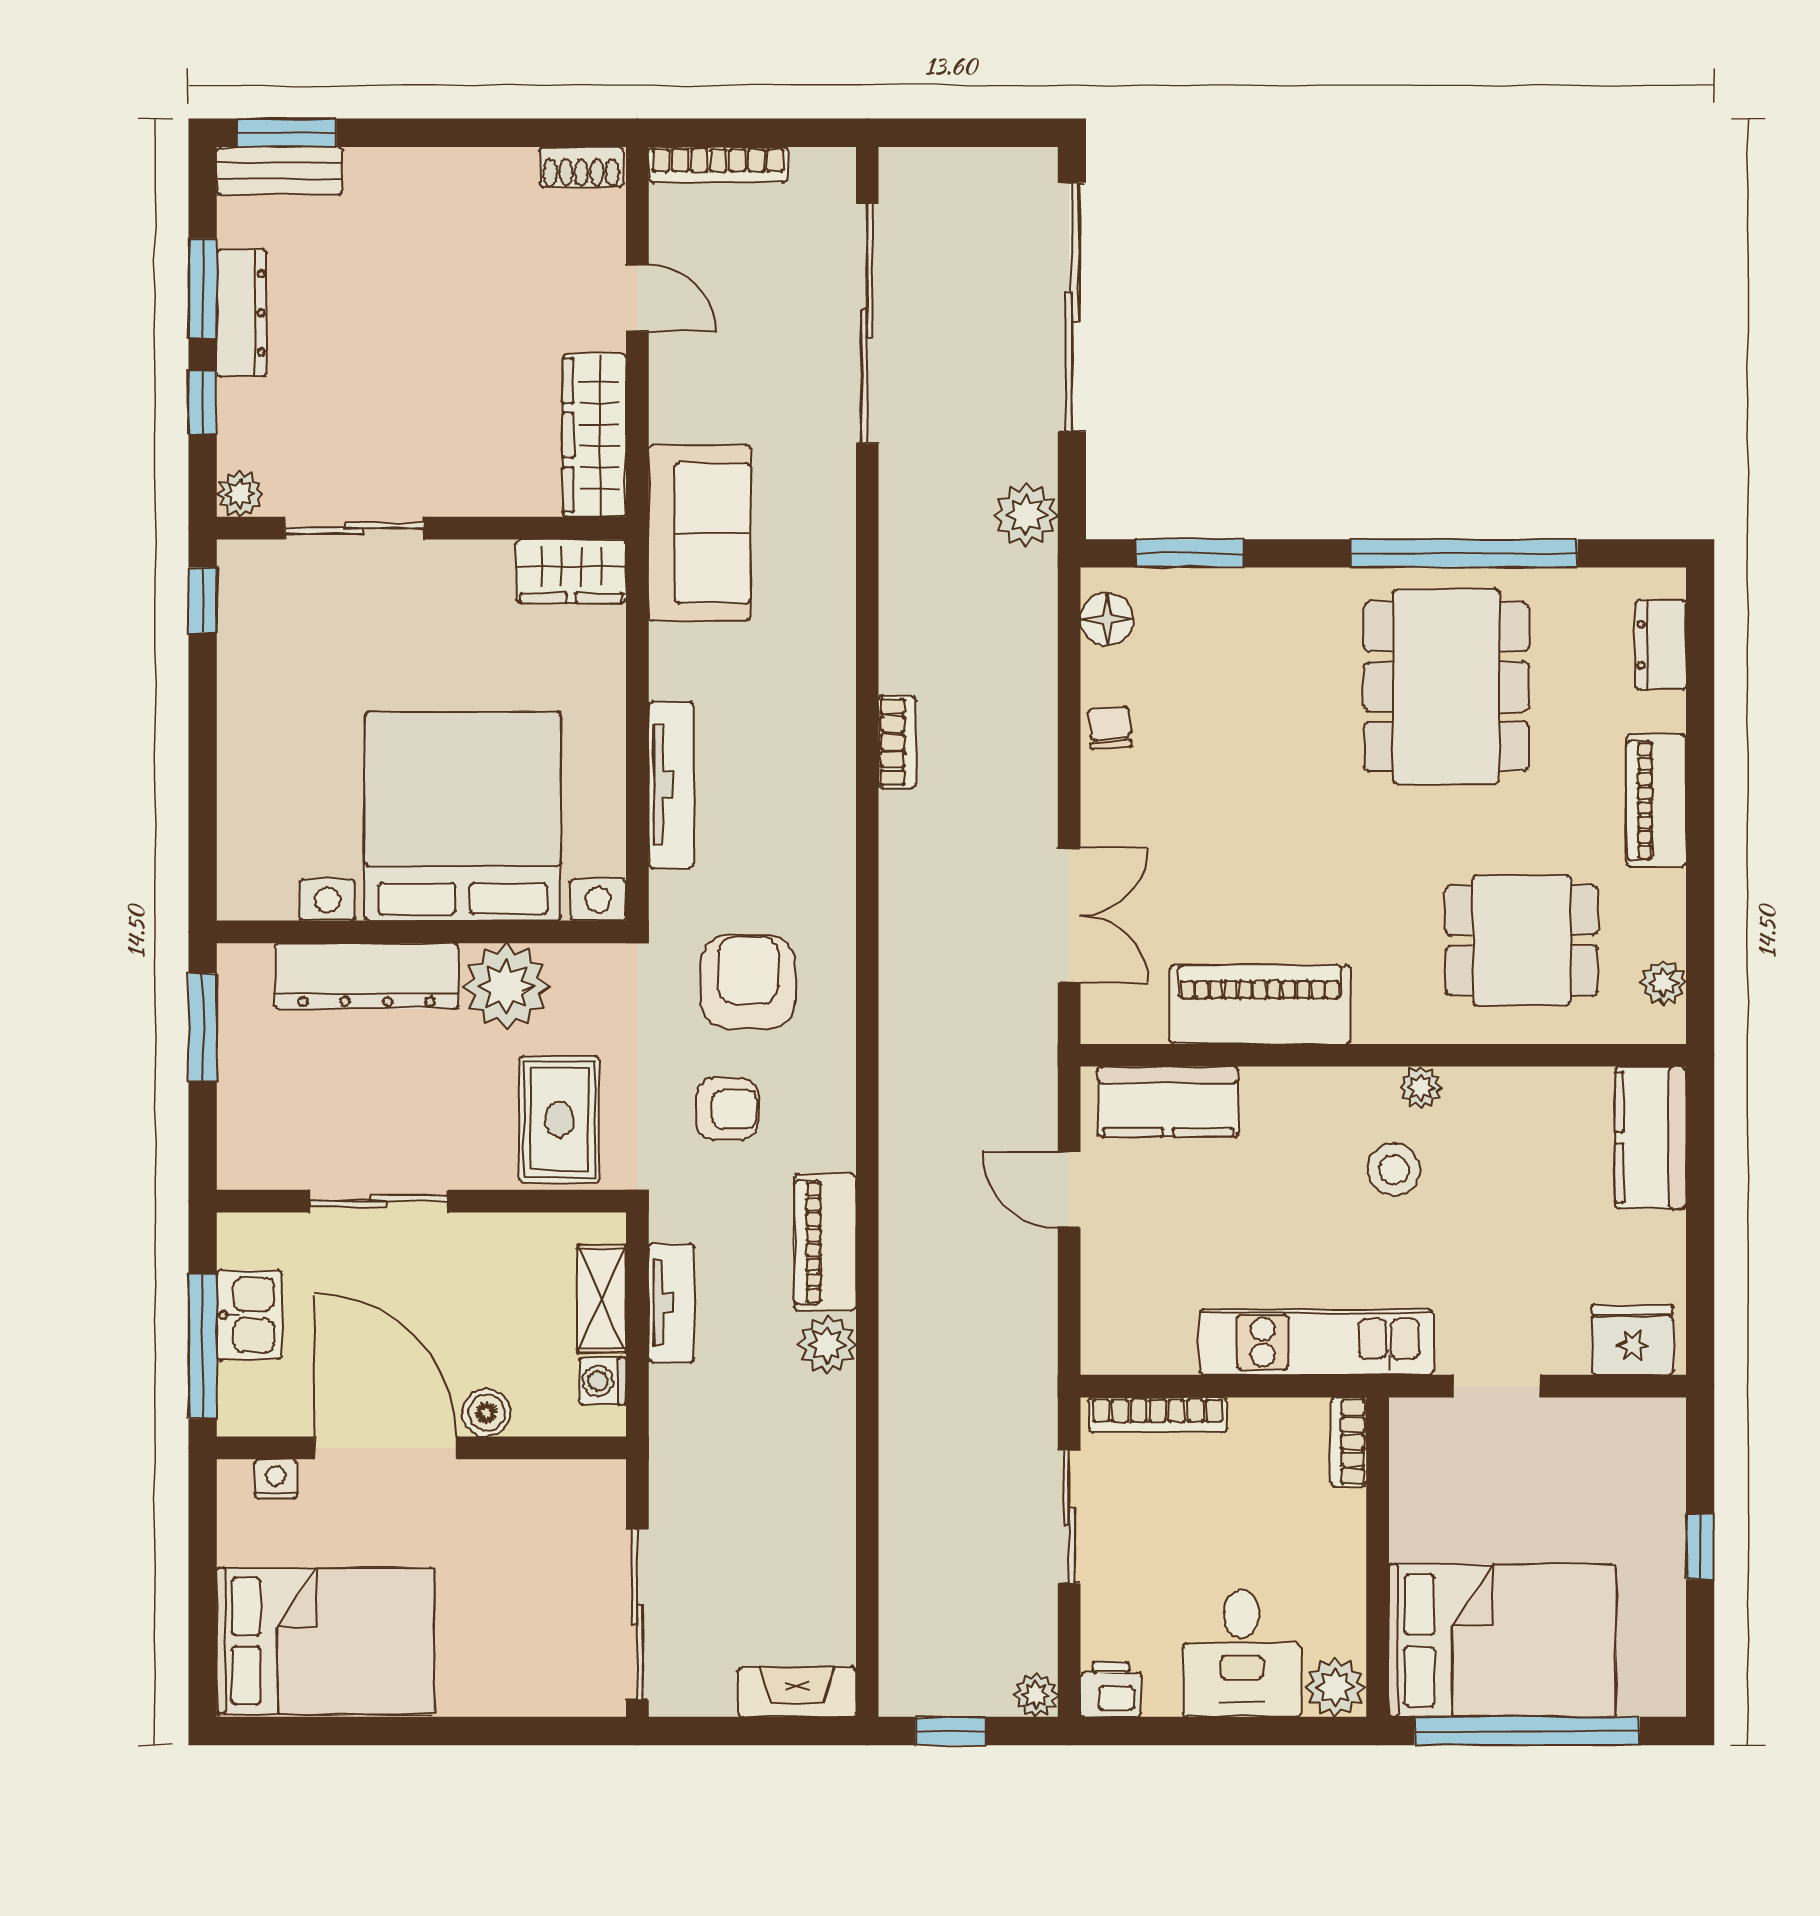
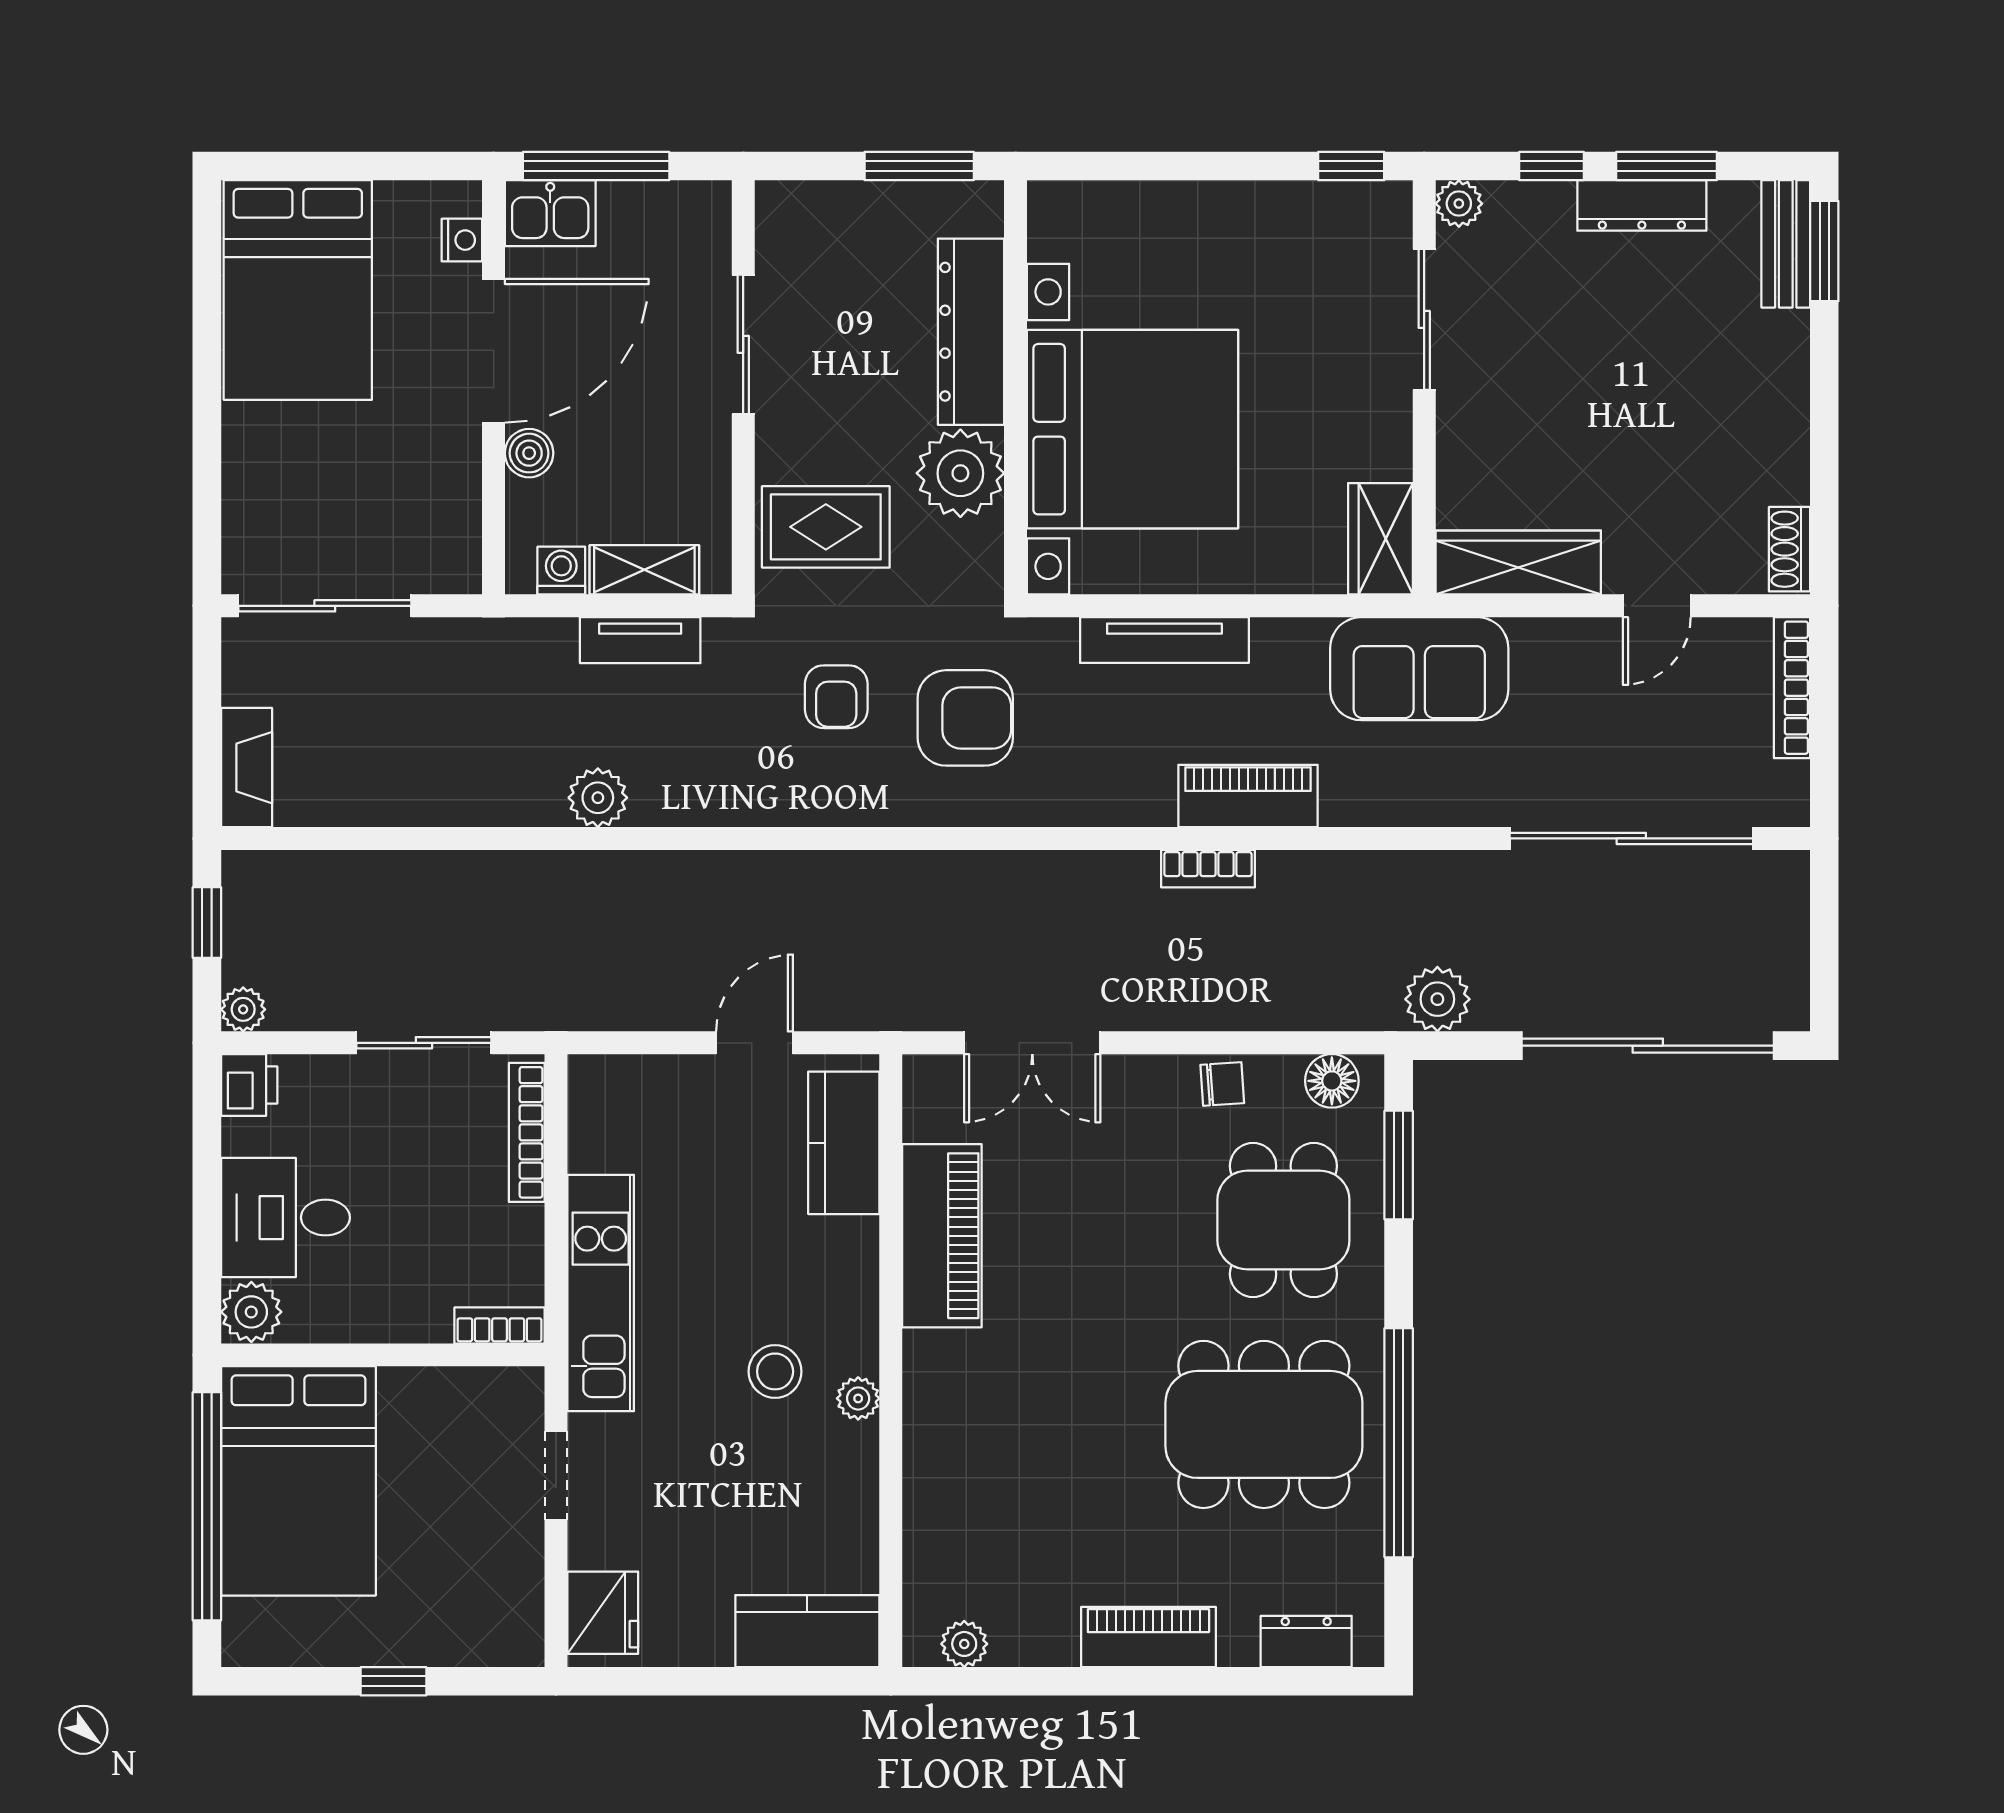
dining table: (1522, 940) -> (1283, 1220), moved
piano: (825, 1242) -> (1248, 796), moved
kitchen sink: (249, 1315) -> (550, 213), moved

